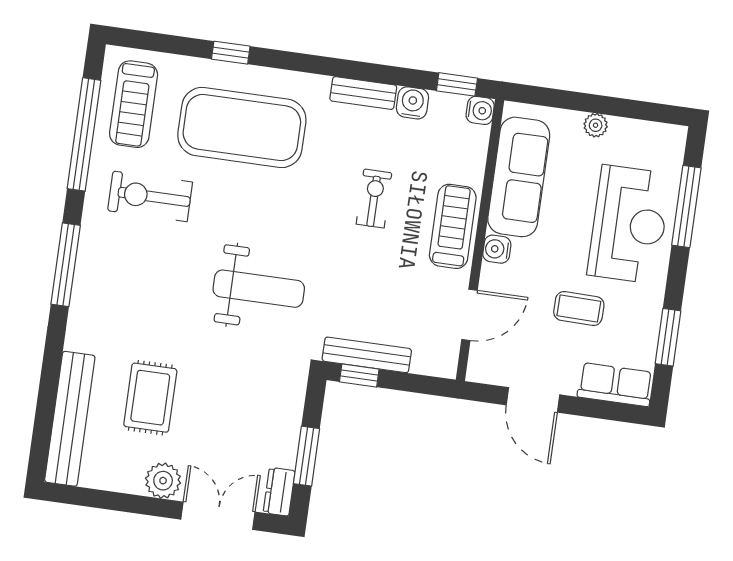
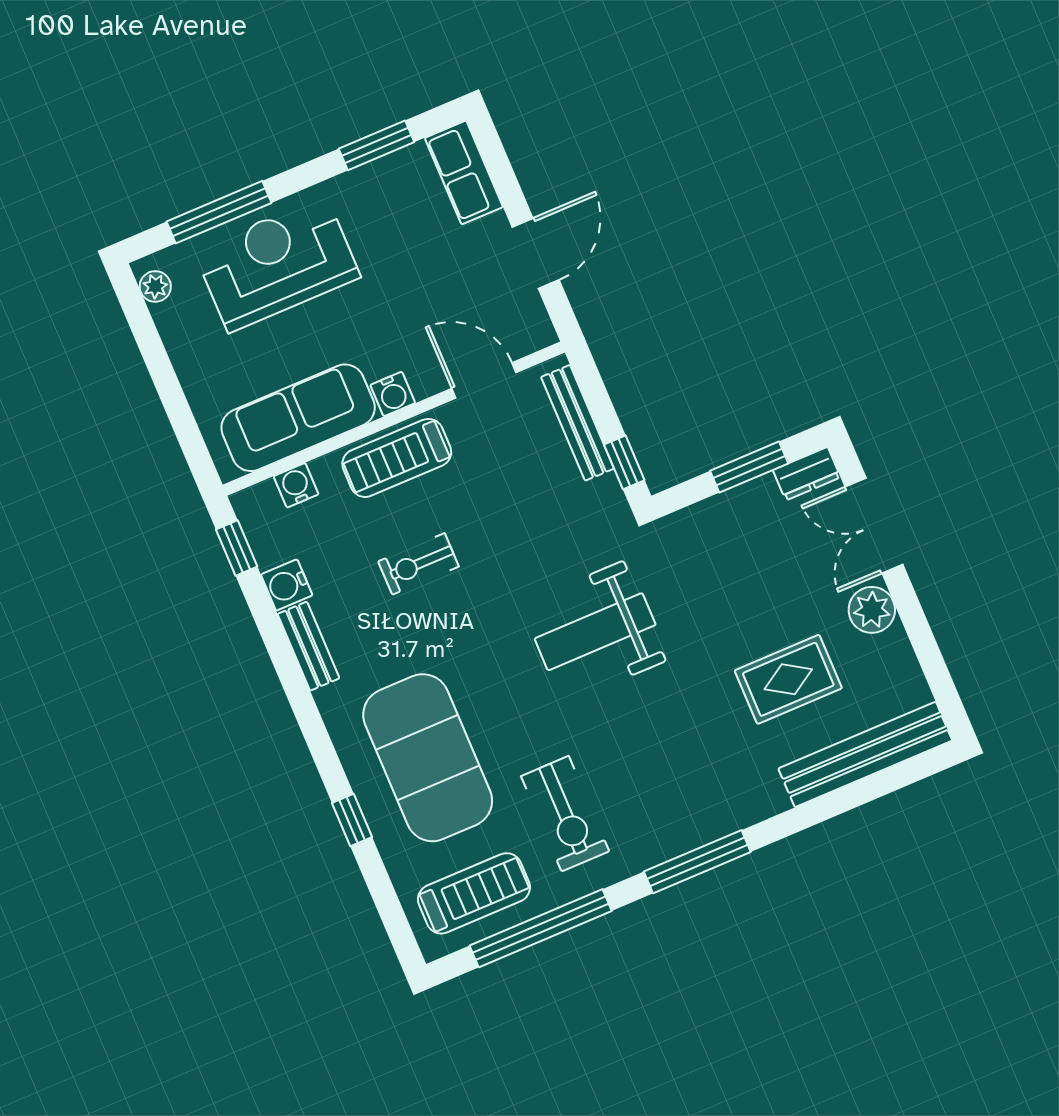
water cooler: (480, 110) -> (296, 485), moved
plant: (596, 125) -> (155, 286), moved
weight bench: (259, 289) -> (595, 632), turned -90
coffee table: (579, 308) -> (404, 263), removed
bench: (367, 355) -> (578, 423), moved

